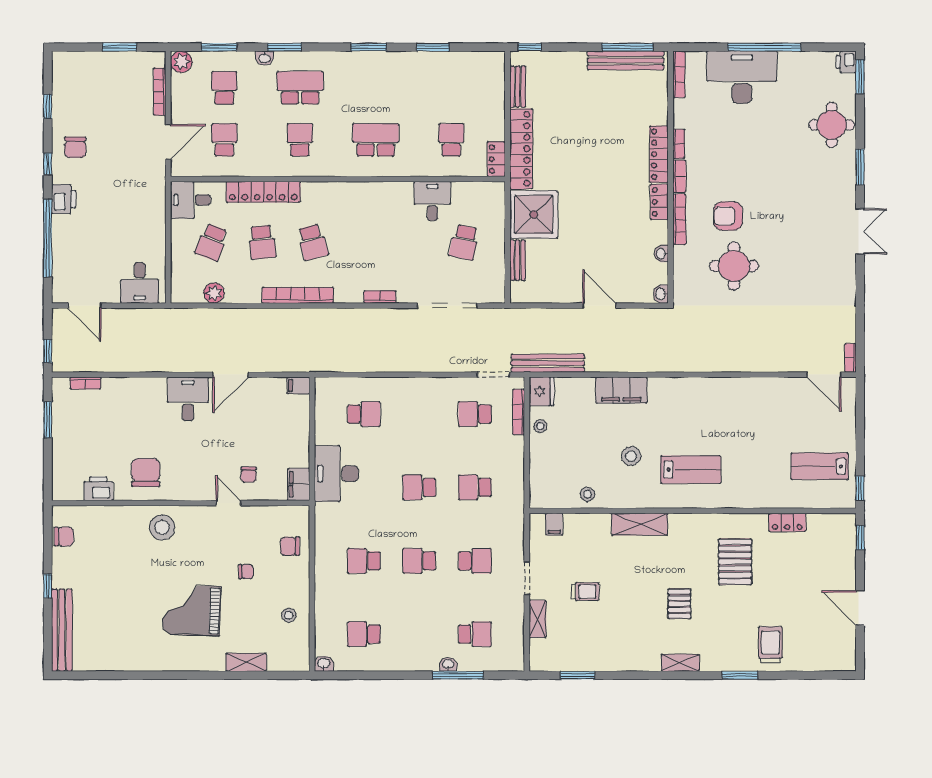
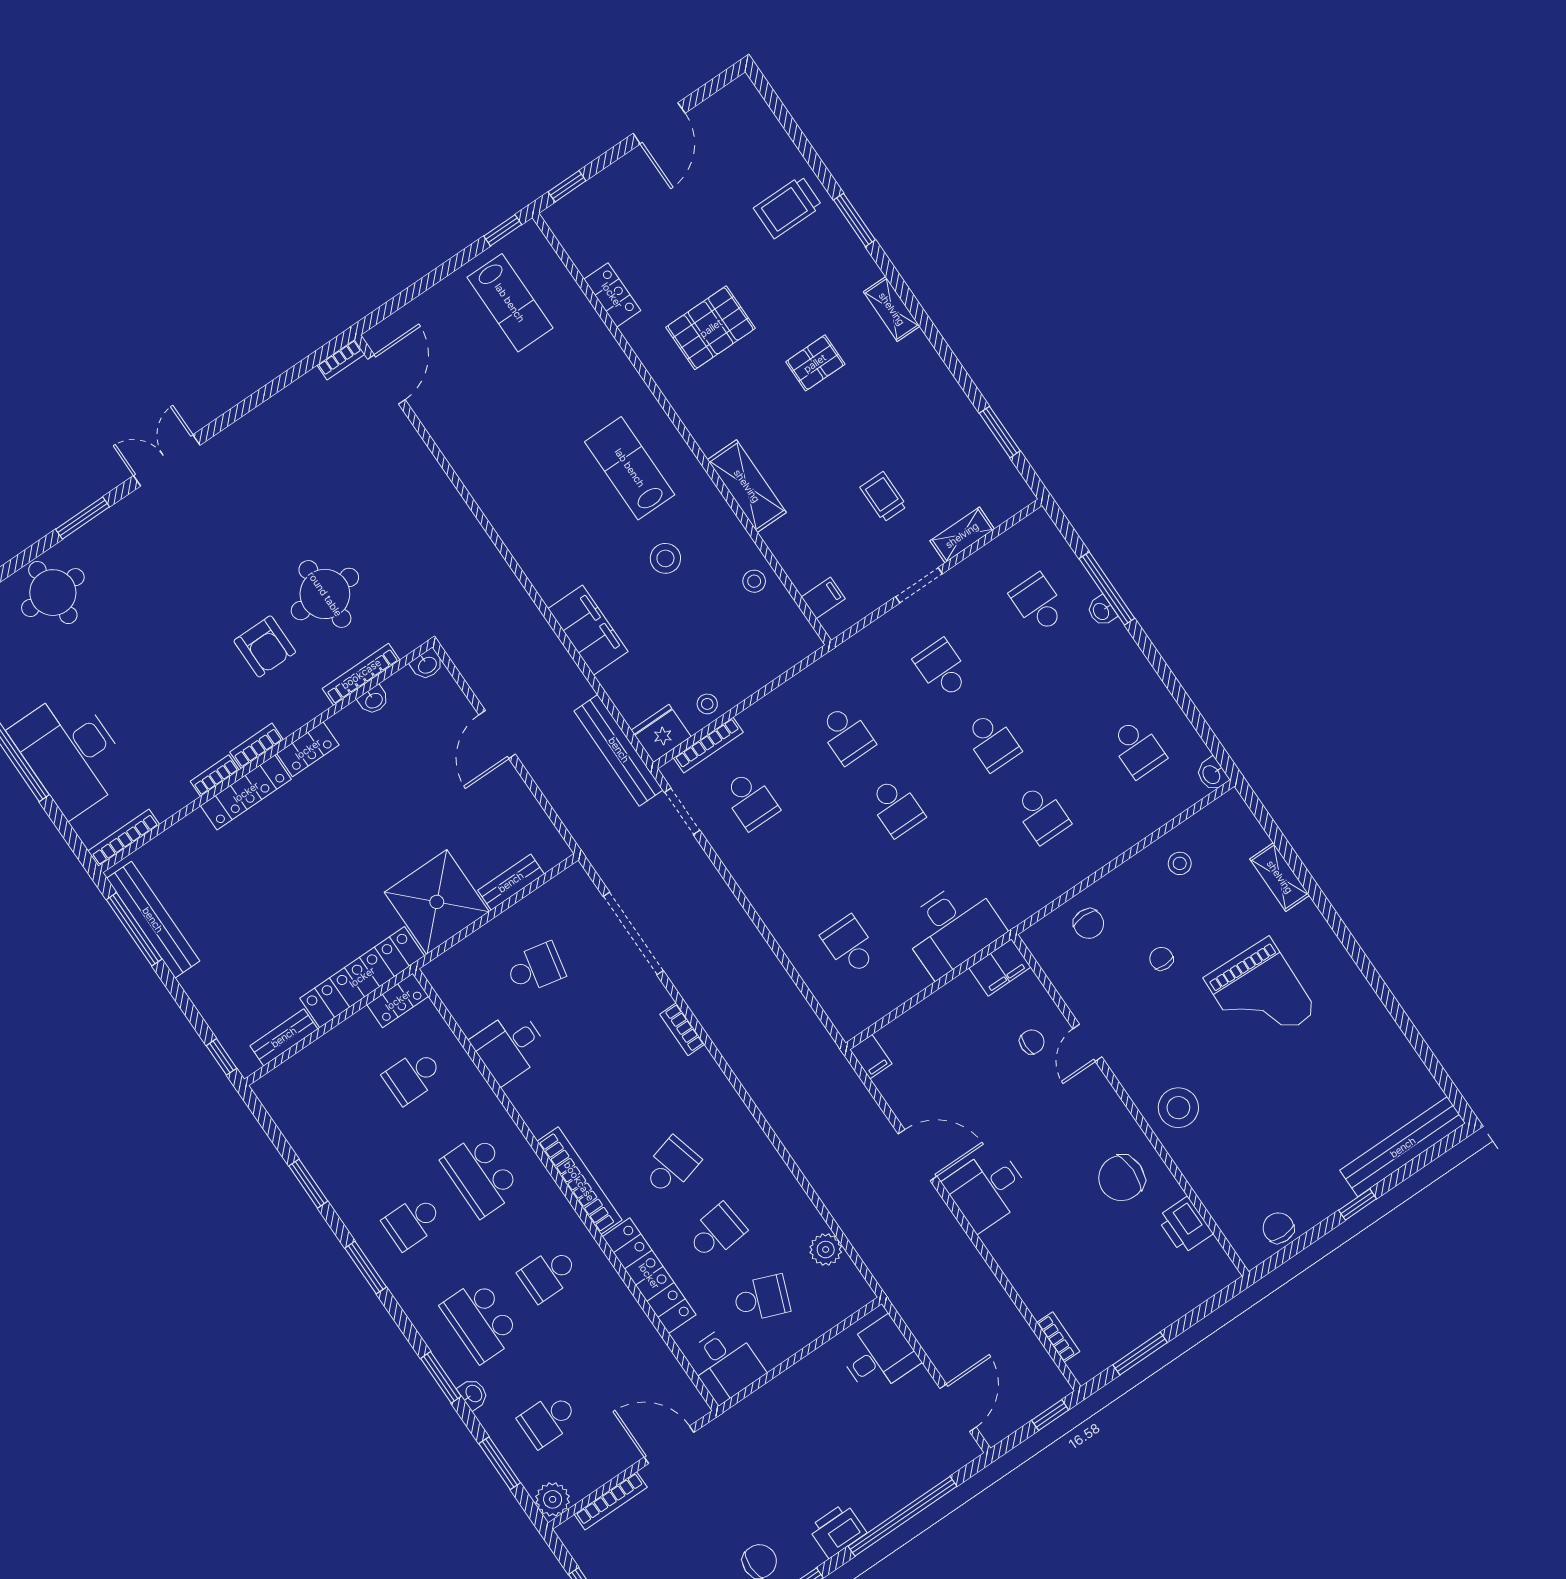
school desk: (224, 140) -> (413, 1222), moved
bookcase: (679, 219) -> (361, 674), moved
bookcase: (298, 295) -> (579, 1181), moved, turned 180

